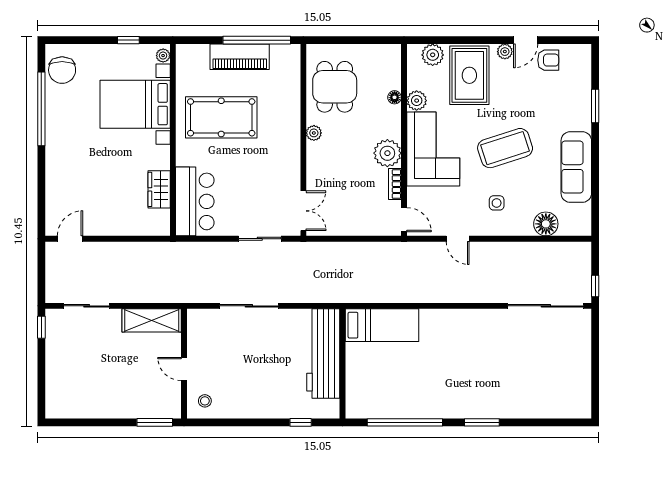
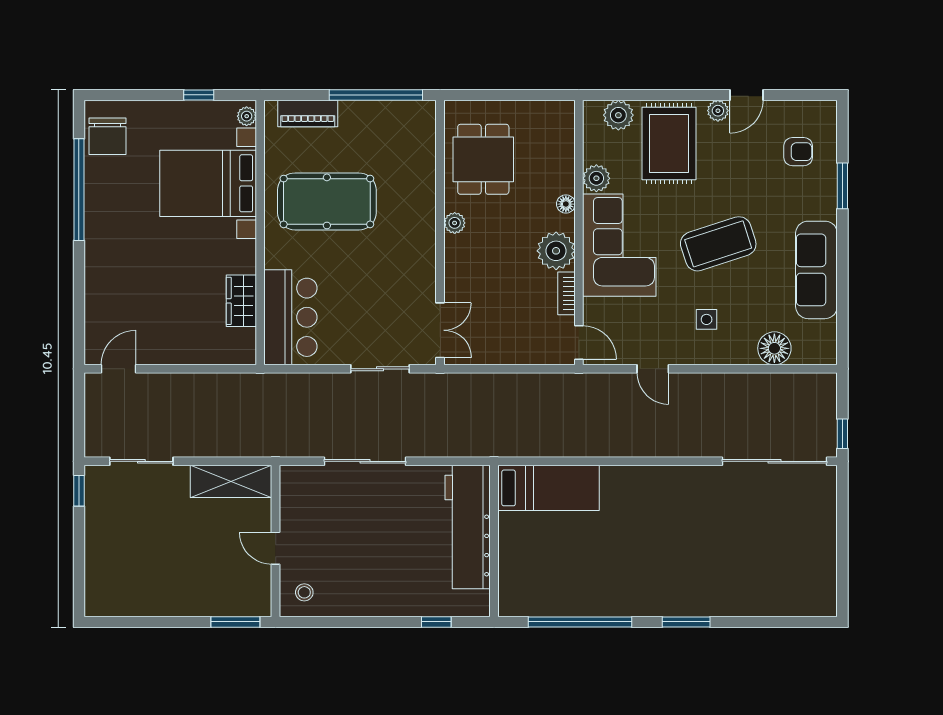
piano: (240, 57) -> (308, 113), moved, width x0.73, depth x0.75
armchair: (548, 60) -> (798, 152), moved
floor lamp: (395, 97) -> (566, 204), moved

